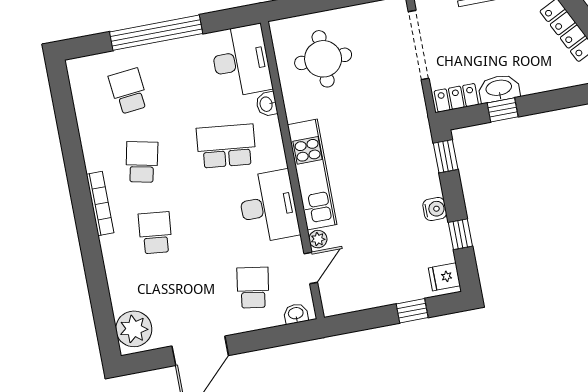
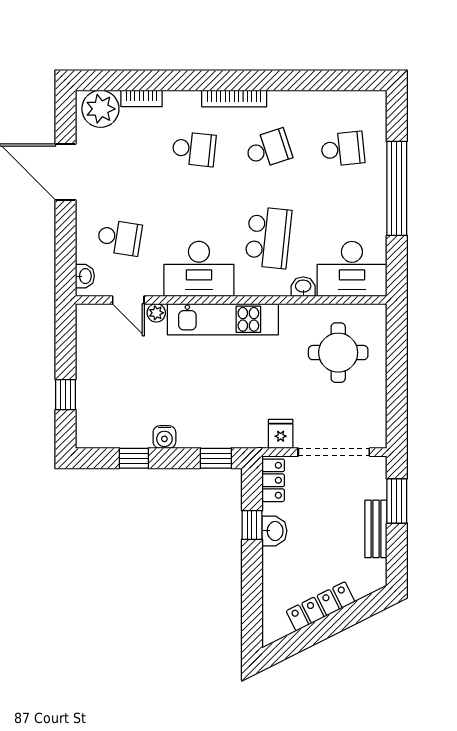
washbasin: (499, 88) -> (274, 531), width x0.72
school desk: (142, 162) -> (268, 149), turned -30
fridge: (444, 277) -> (281, 434), moved
bookcase: (117, 292) -> (142, 98), added

